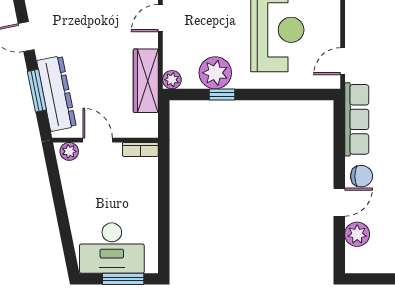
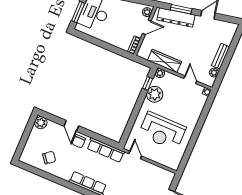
window: (222, 95) -> (148, 83), moved
plant: (357, 234) -> (41, 123), moved

